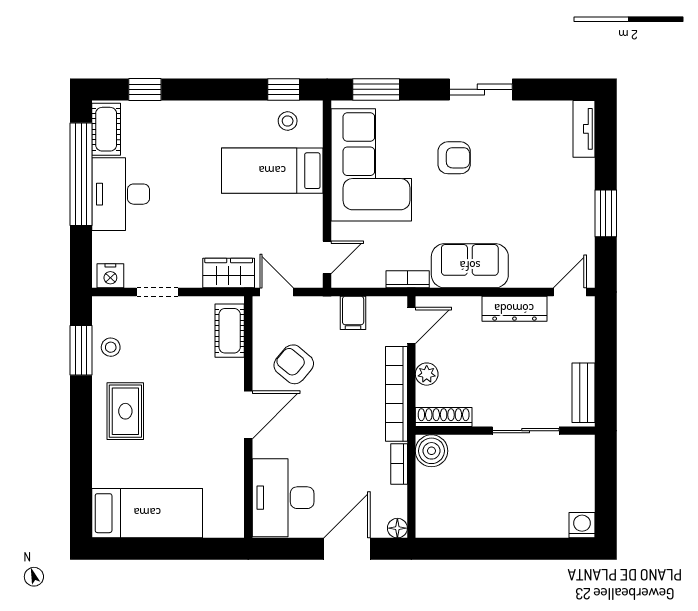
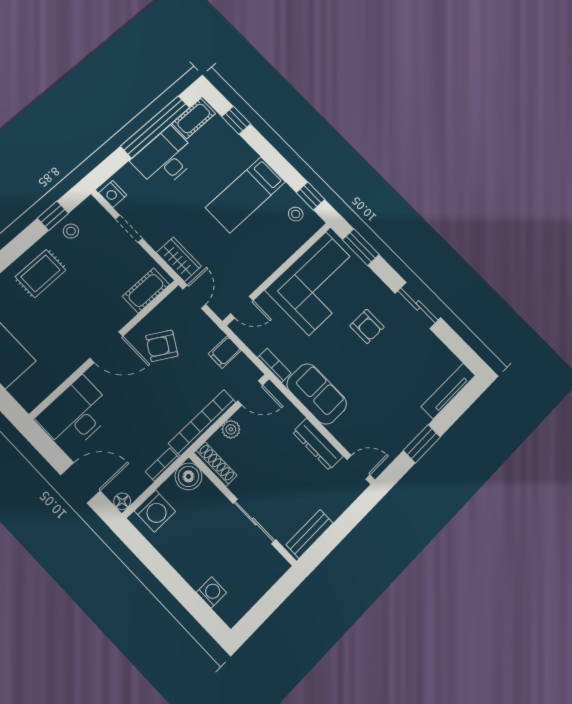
tv unit: (584, 129) -> (448, 391), width x1.41
bed: (272, 171) -> (246, 195), moved, turned -90
window: (81, 350) -> (53, 216), width x0.67
armchair: (294, 364) -> (162, 346), turned -99
washing machine: (433, 508) -> (155, 511), added
washing machine: (582, 525) -> (211, 592), moved

